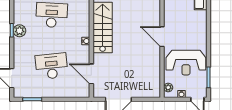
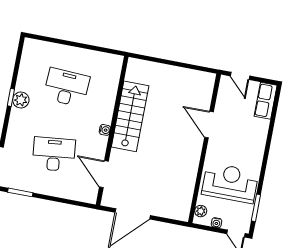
door: (162, 37) -> (209, 125), moved
reception desk: (186, 63) -> (230, 183), turned 180

